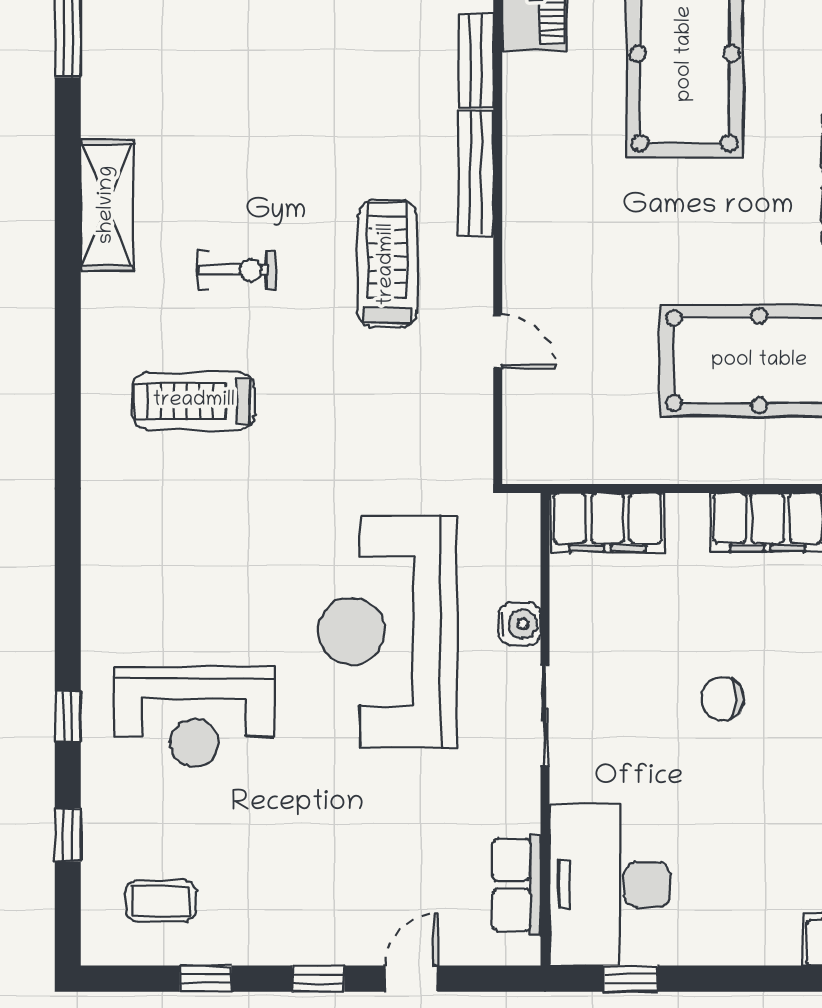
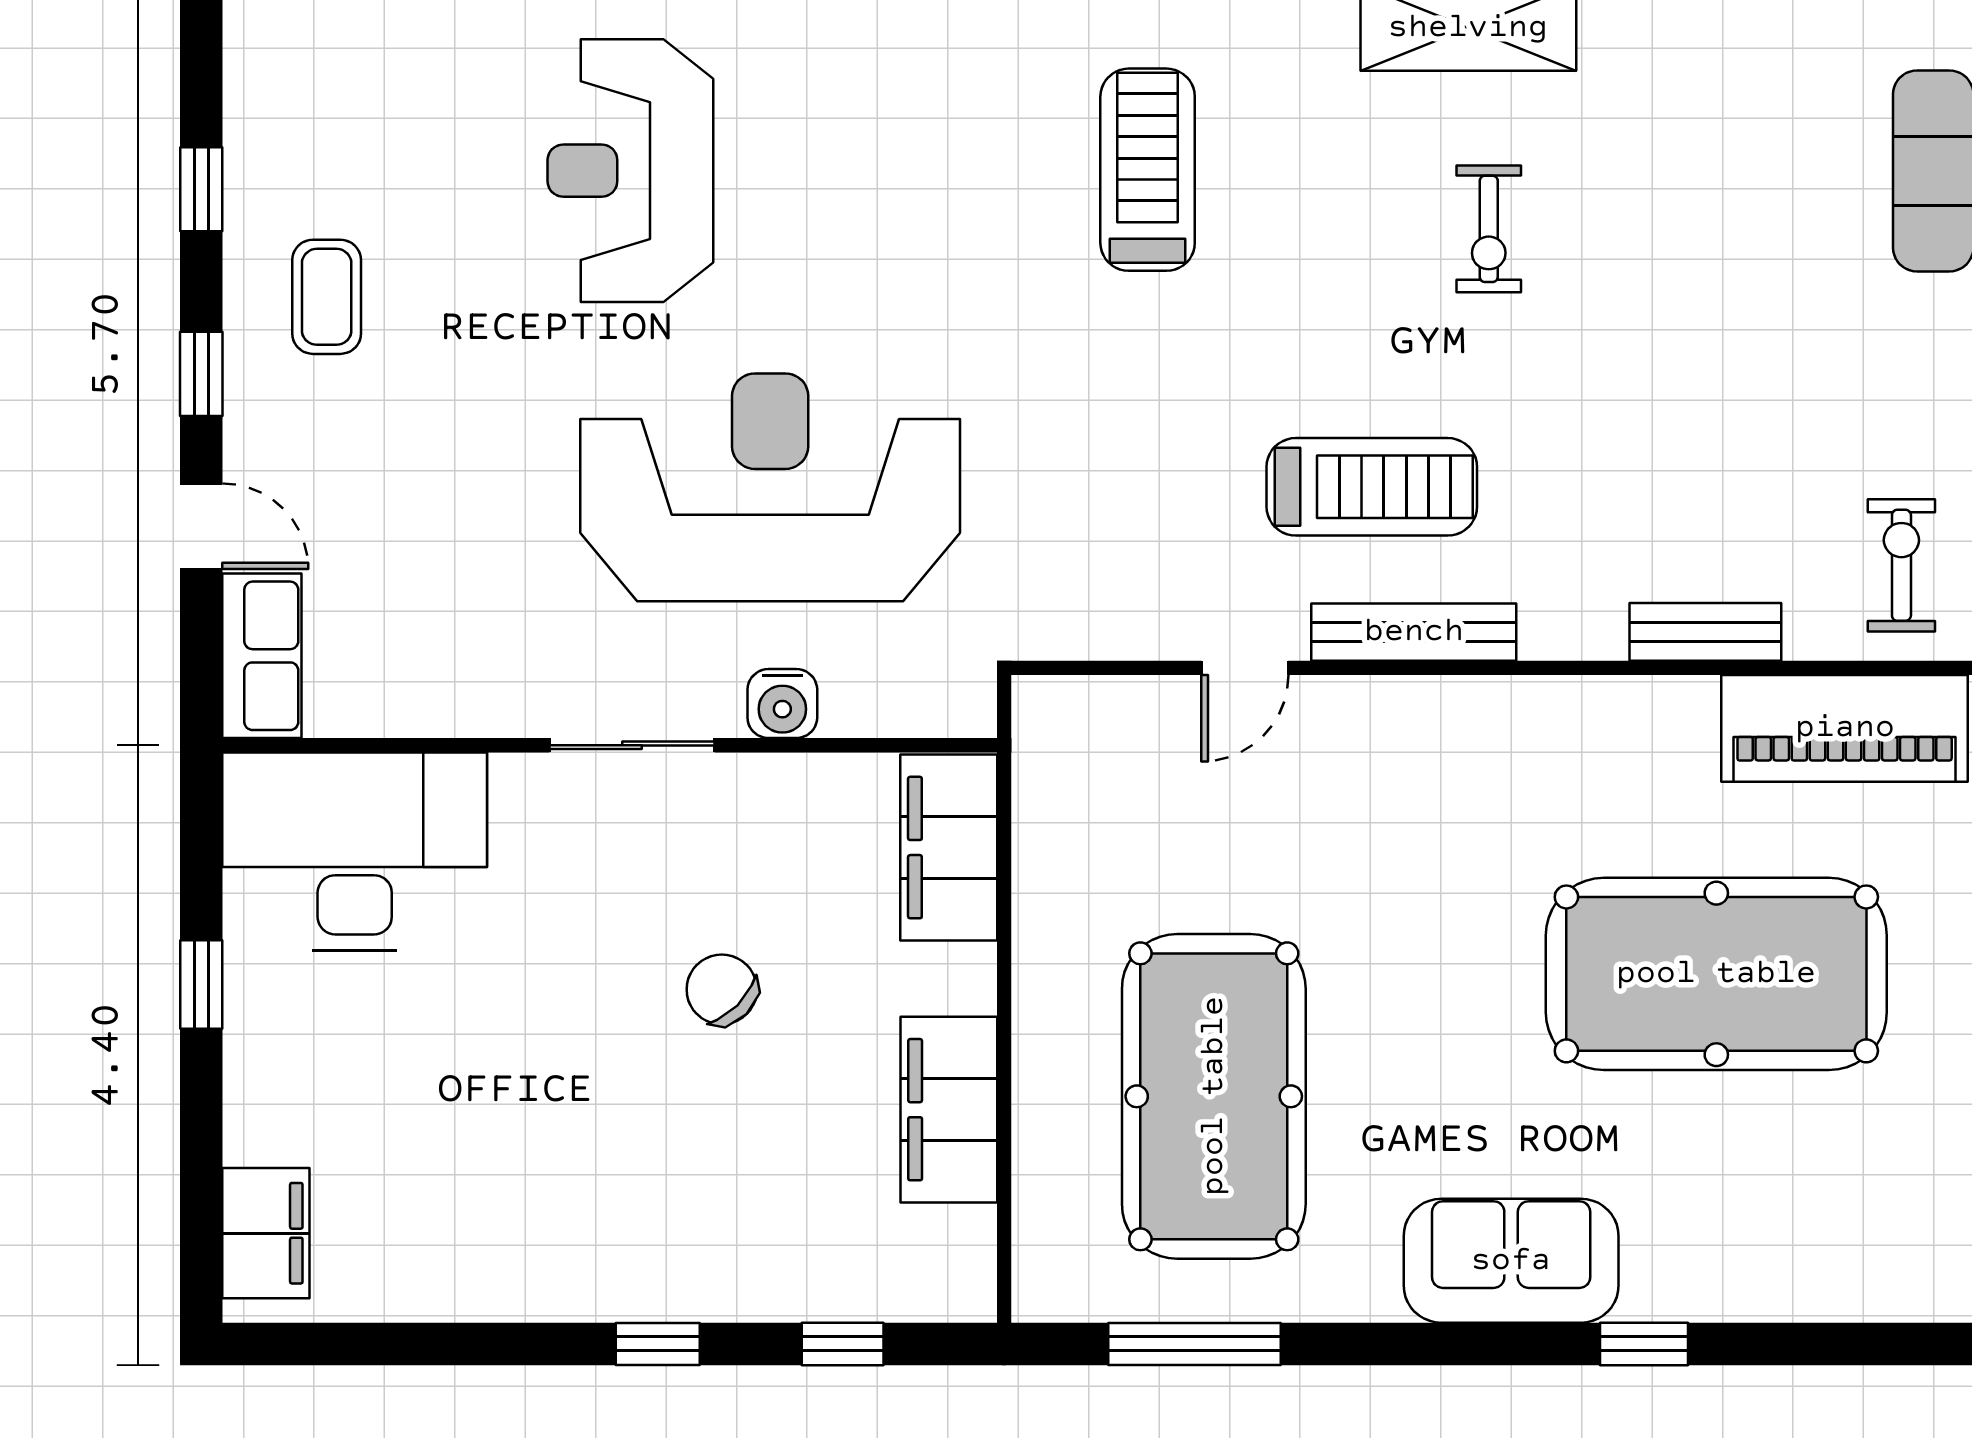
bench: (476, 173) -> (1414, 632), moved
exercise bike: (237, 270) -> (1489, 229), moved
chair: (722, 699) -> (722, 989), moved, turned -46
row of seats: (517, 885) -> (262, 656), moved, turned 90
coffee table: (161, 901) -> (327, 297), moved
window: (630, 979) -> (201, 984), moved

